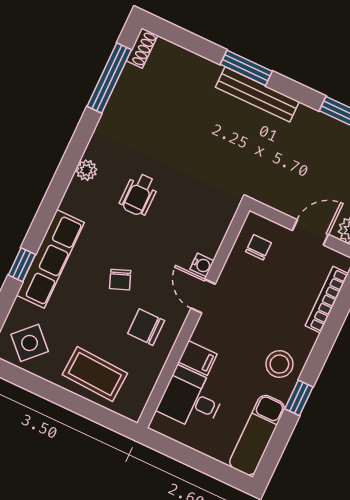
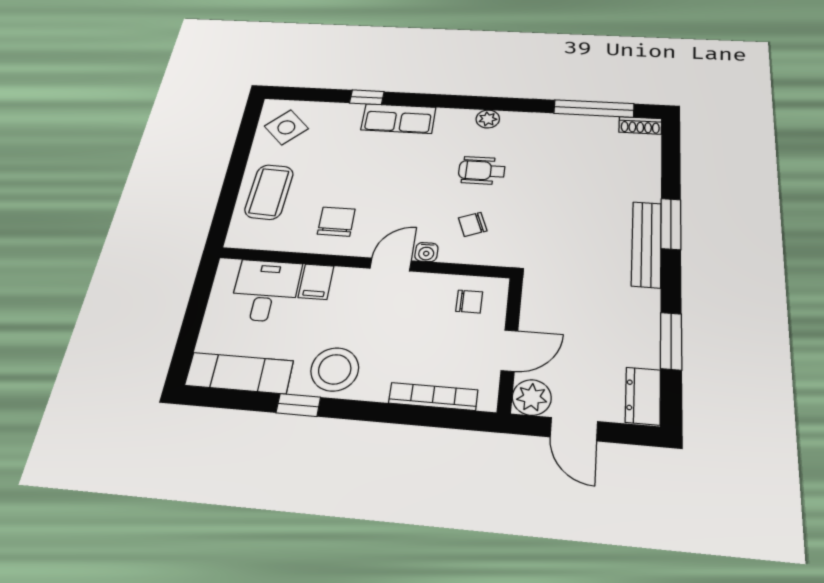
door: (310, 232) -> (510, 351), hinge flipped
row of seats: (50, 259) -> (398, 119), width x0.68
chair: (120, 280) -> (473, 224), moved
stool: (279, 364) -> (335, 369), width x1.38, depth x1.38

